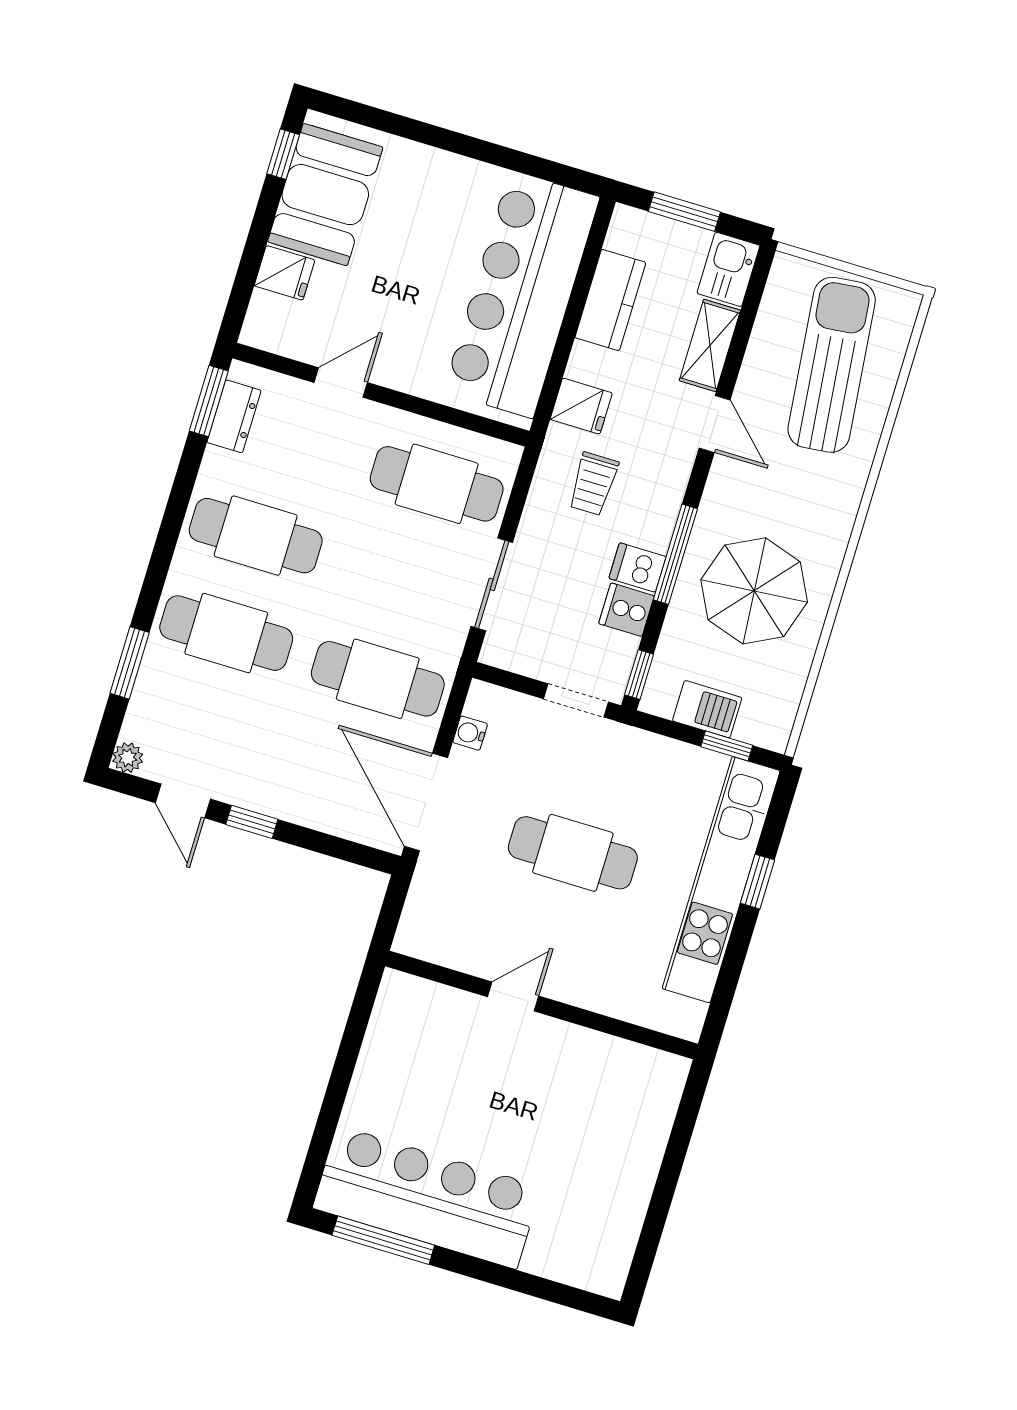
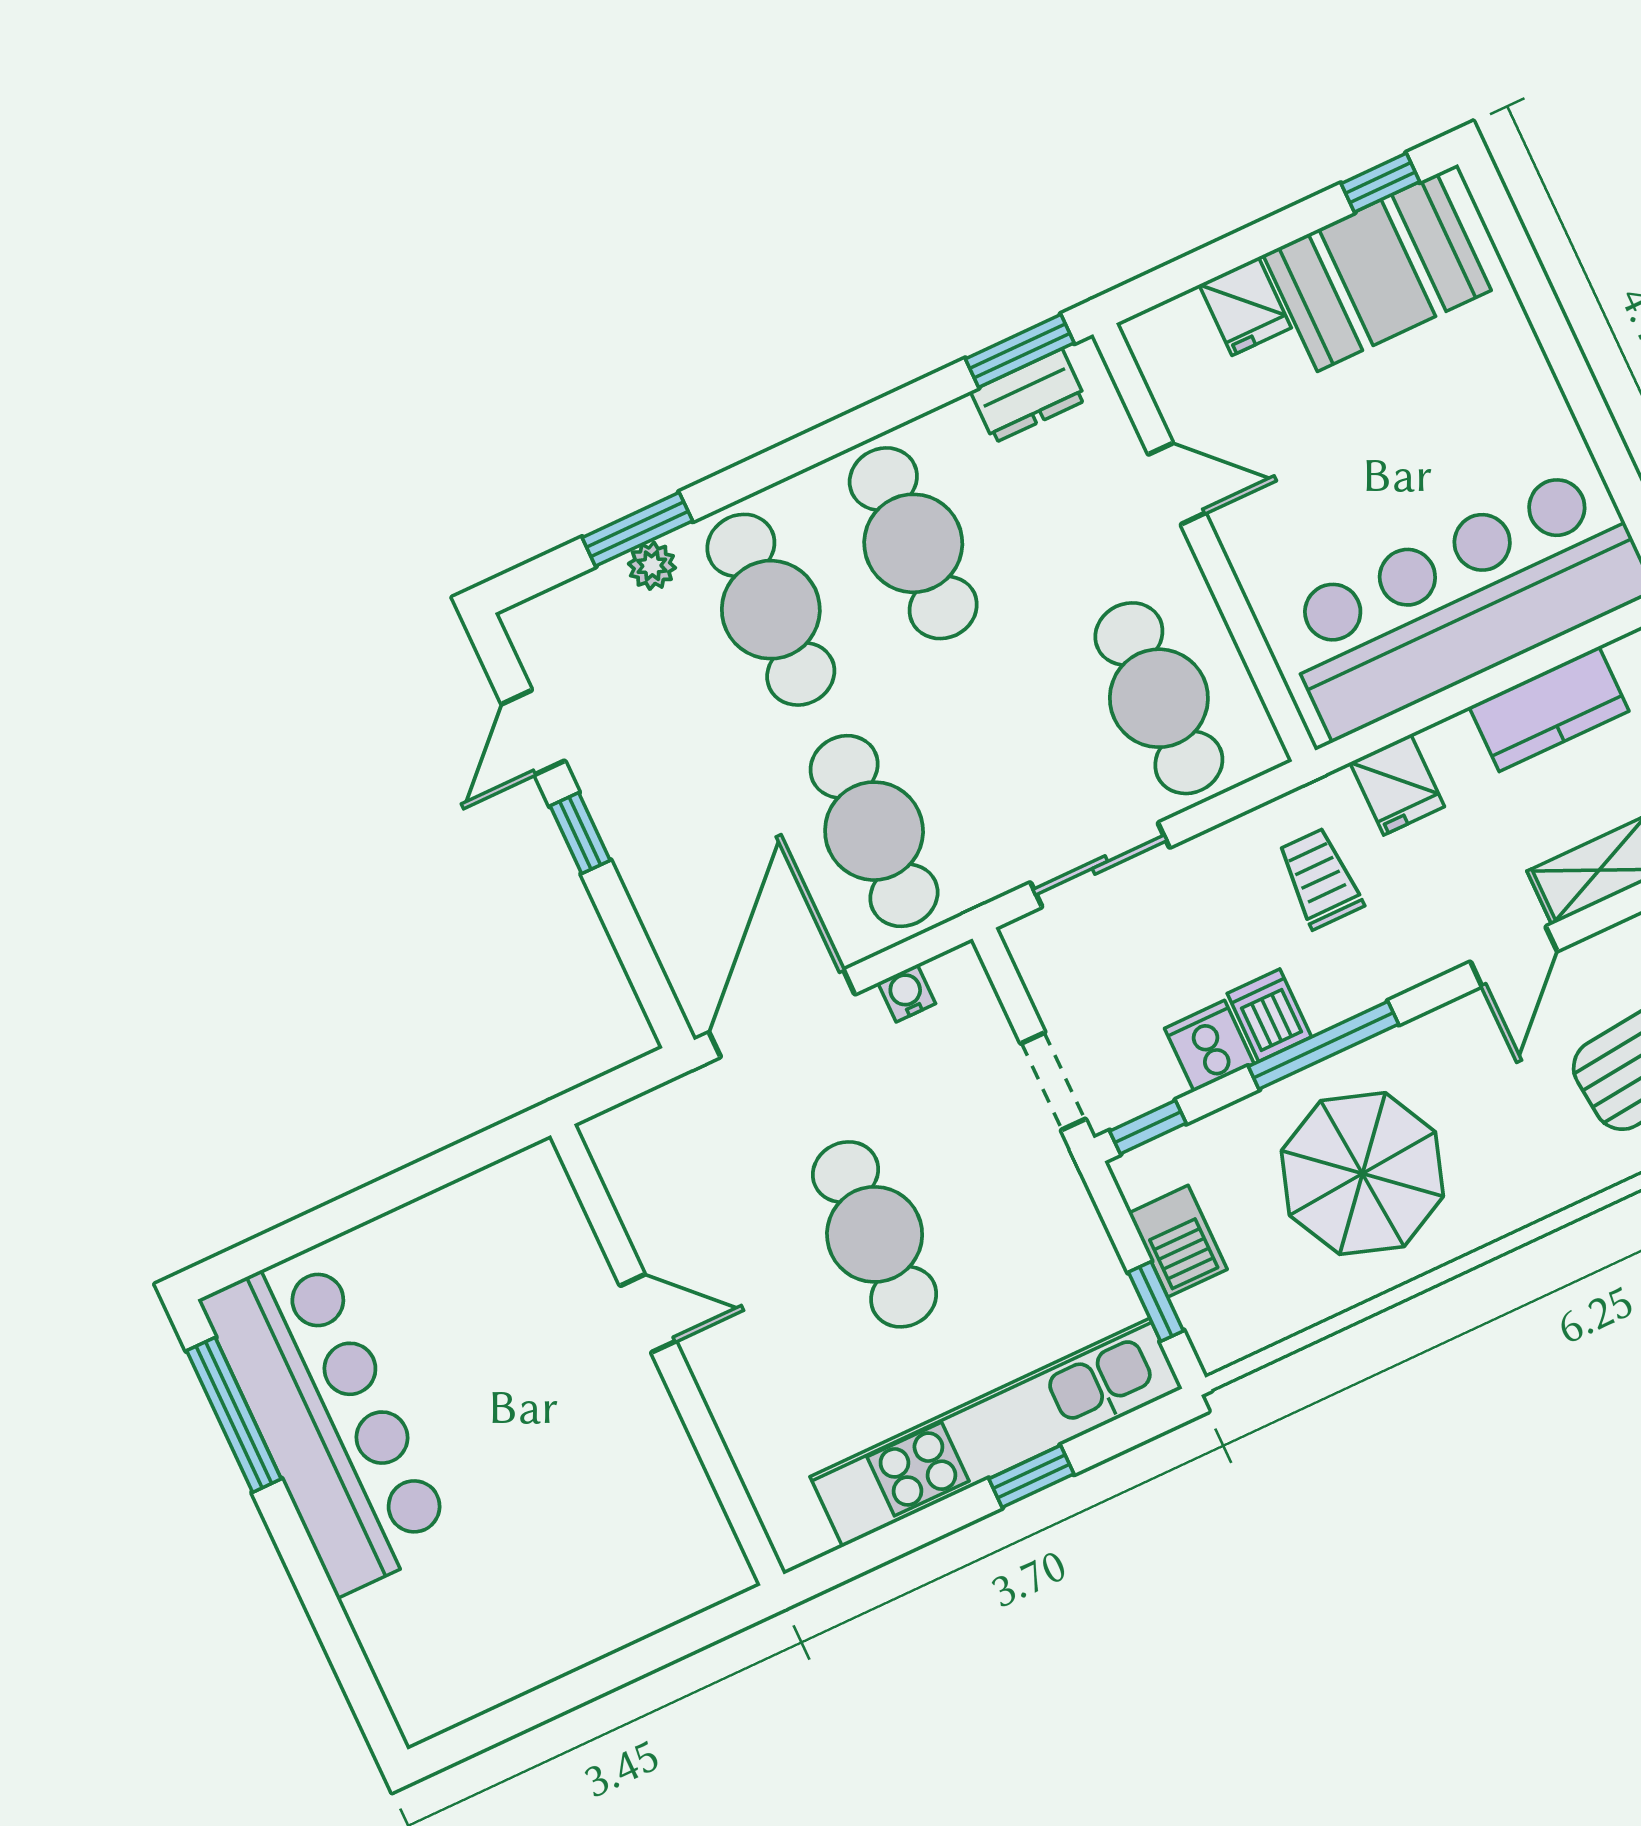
trolley: (593, 484) -> (1320, 878), turned 90
plant: (128, 758) -> (652, 566), moved

